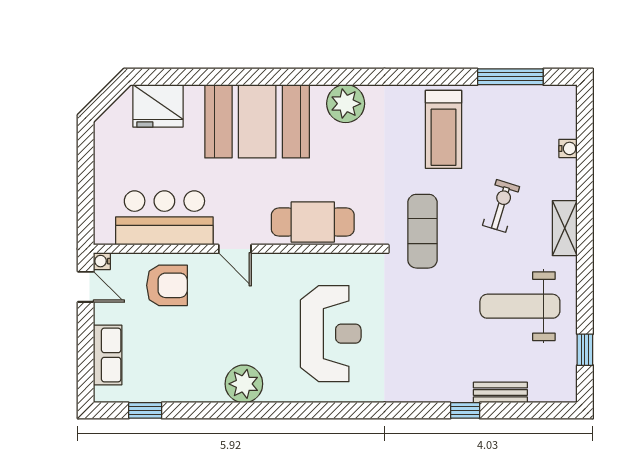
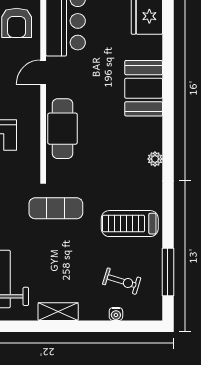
plant: (346, 104) -> (155, 159), width x0.53, depth x0.53
booth: (257, 121) -> (144, 88), width x0.73, depth x0.70
exercise bike: (501, 206) -> (122, 281), moved

